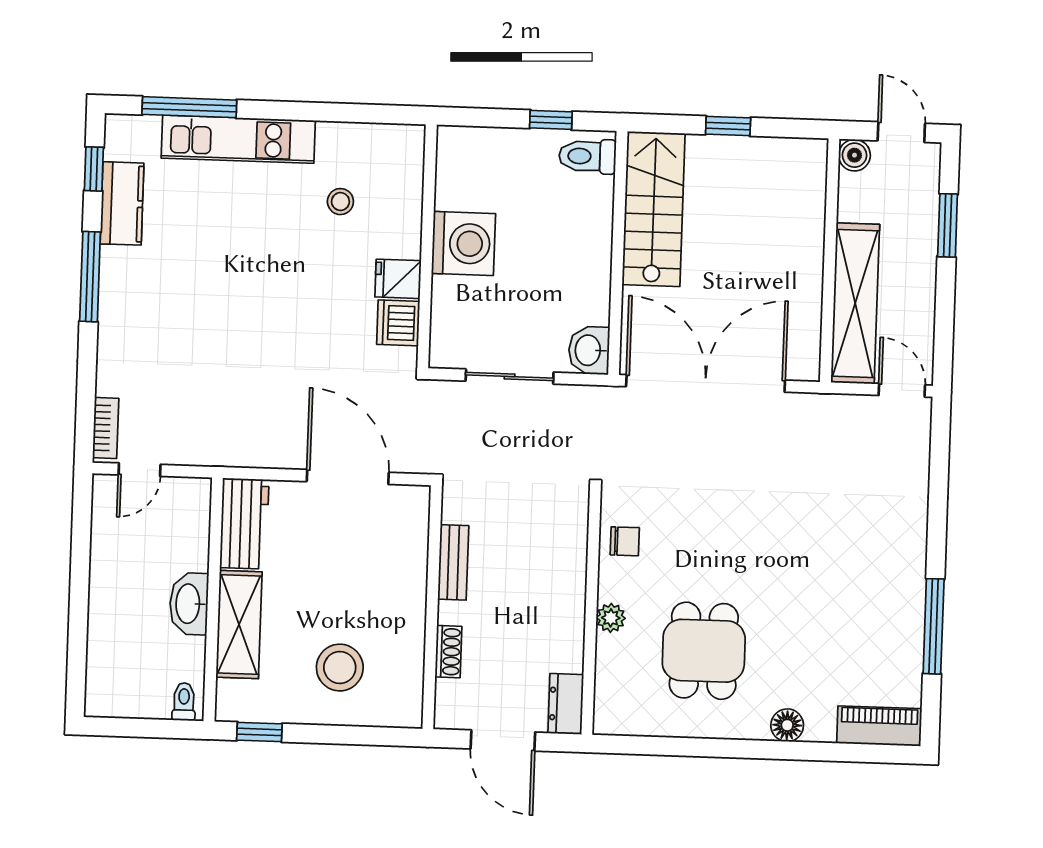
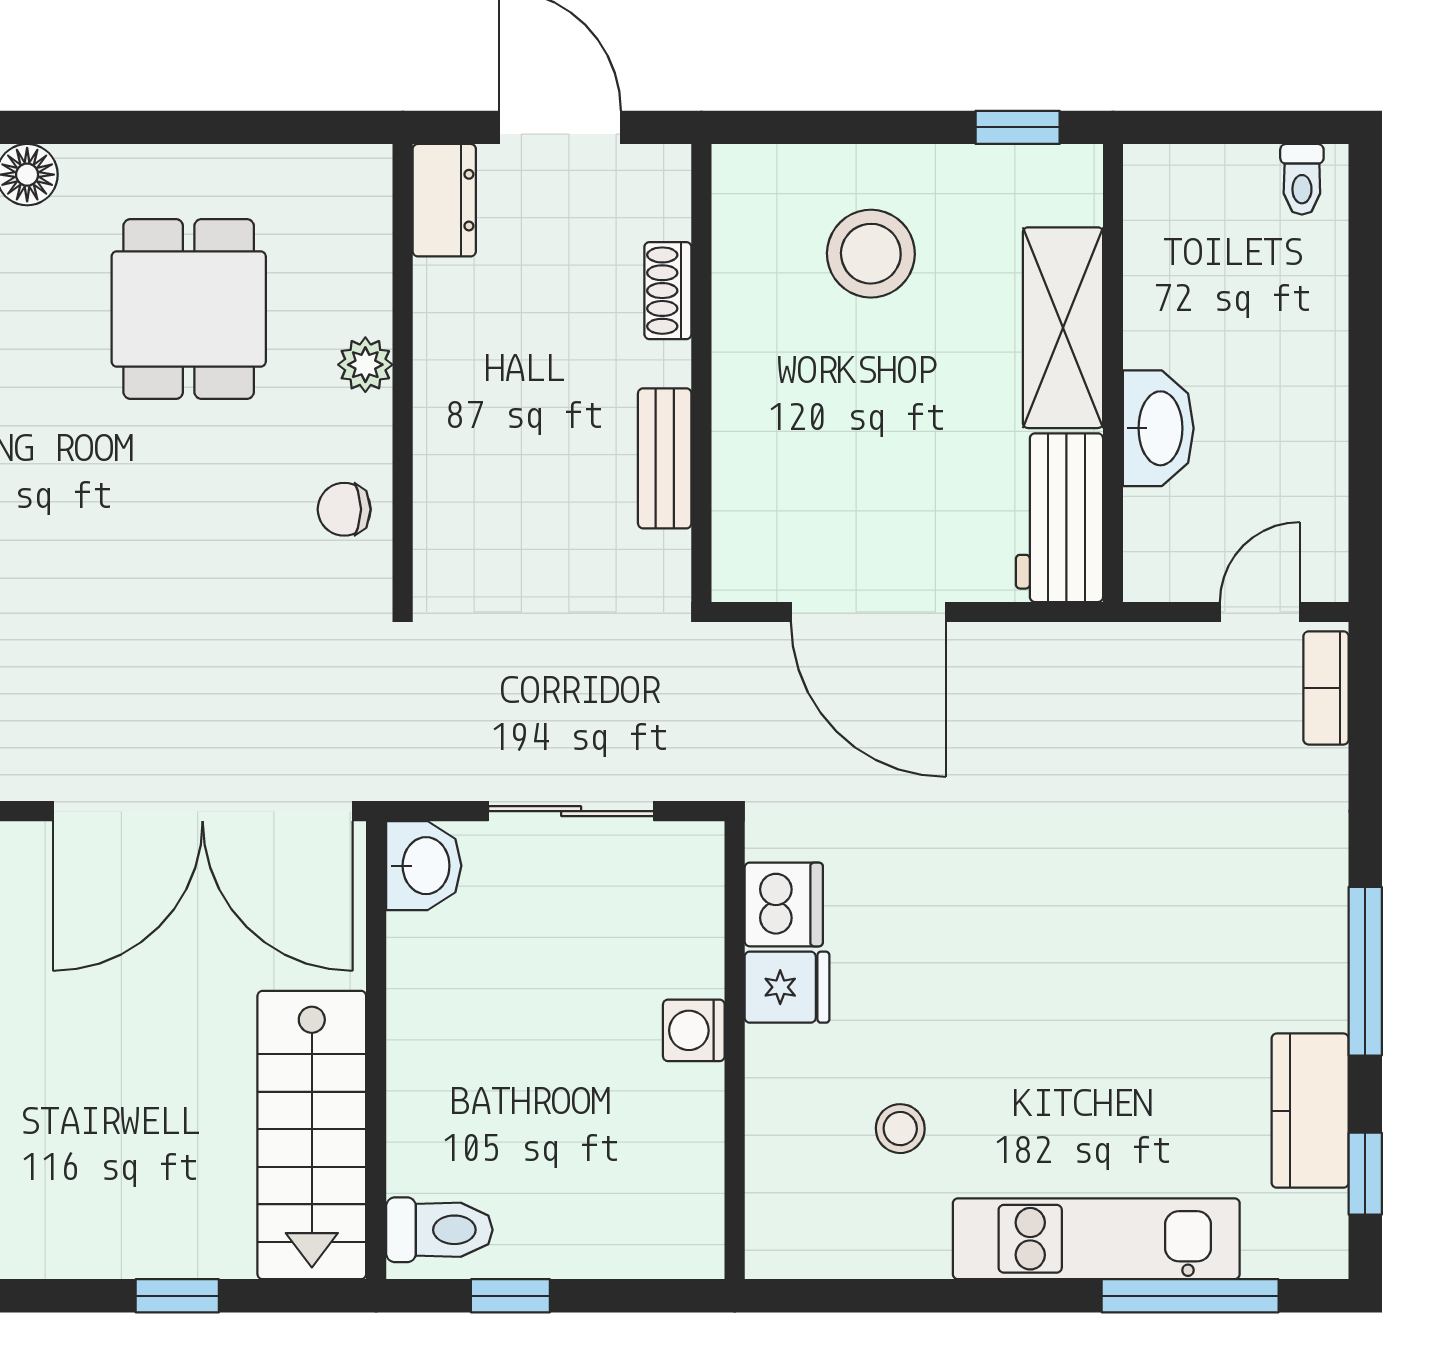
washing machine: (463, 244) -> (694, 1030), width x0.53, depth x0.53
washbasin: (189, 604) -> (1158, 428), moved
toilet: (184, 702) -> (1302, 179), moved

